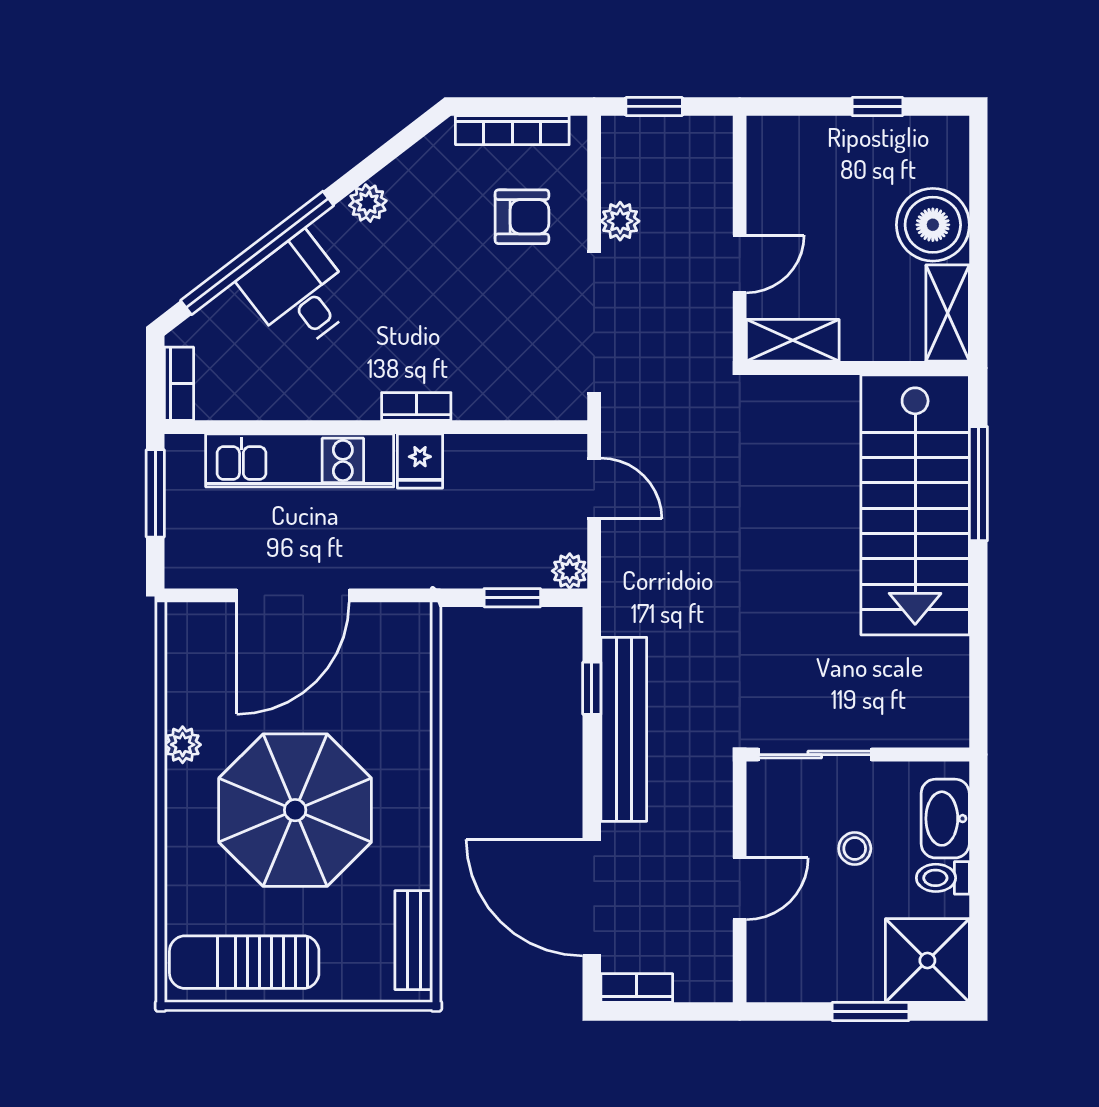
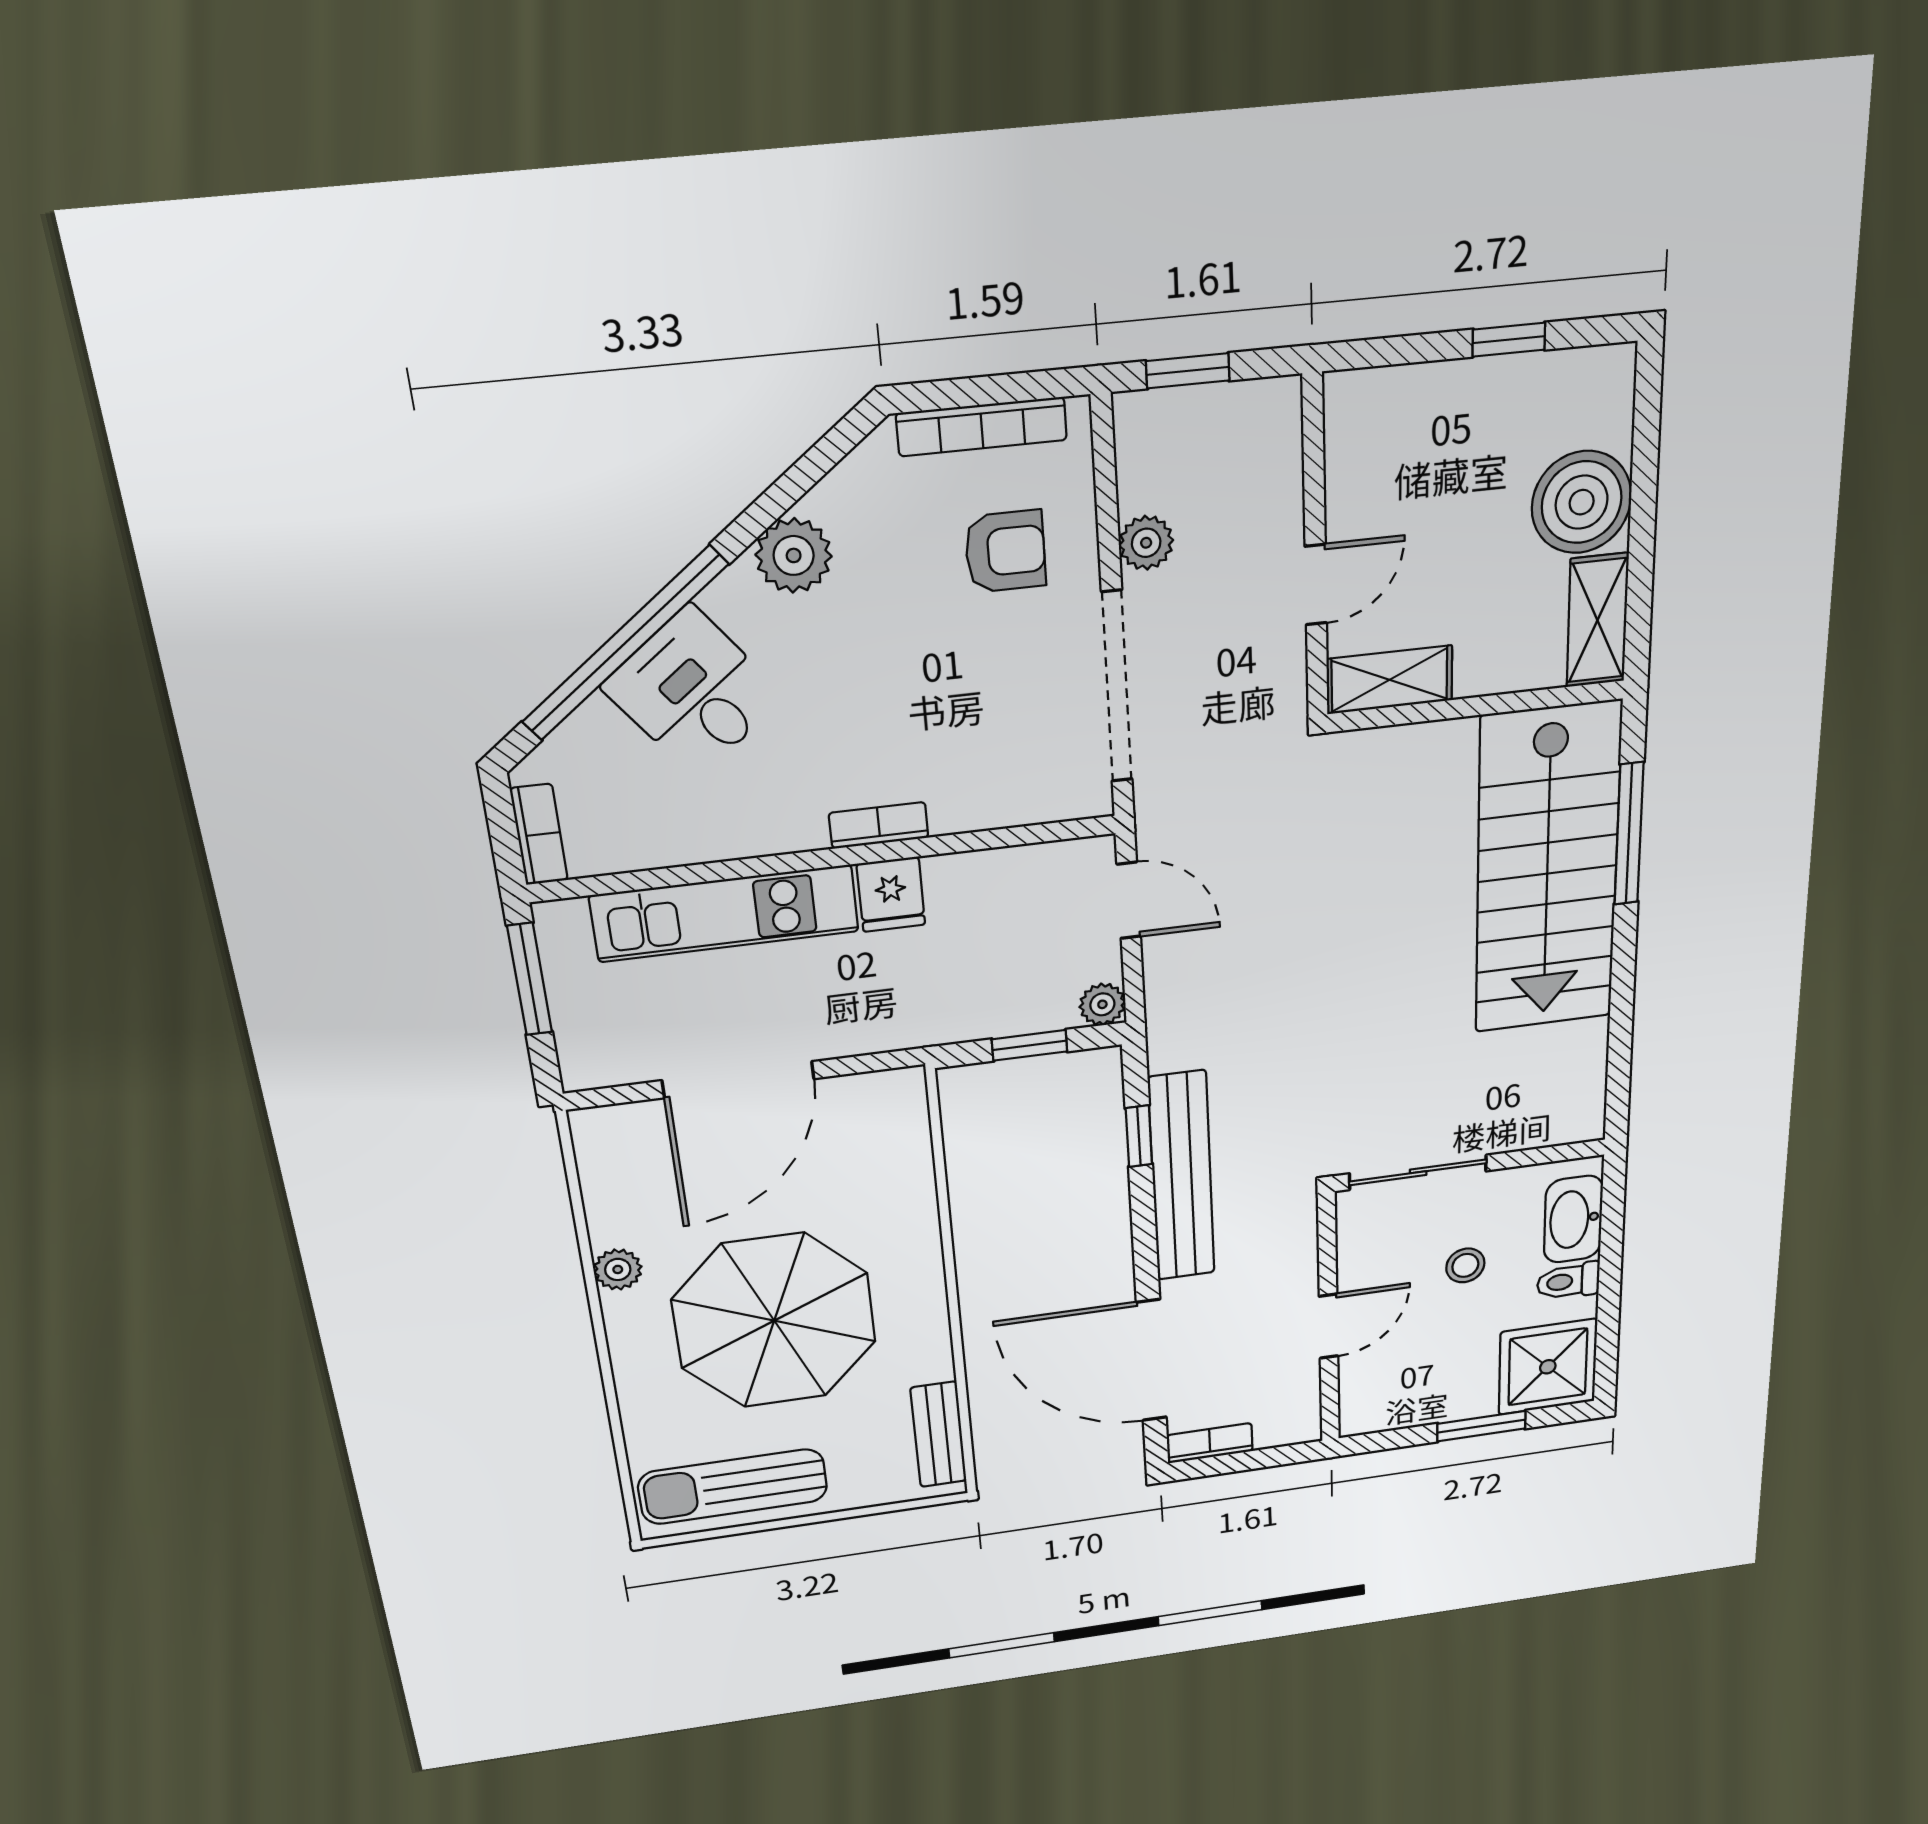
plant: (368, 203) -> (794, 555), width x1.38, depth x1.38

